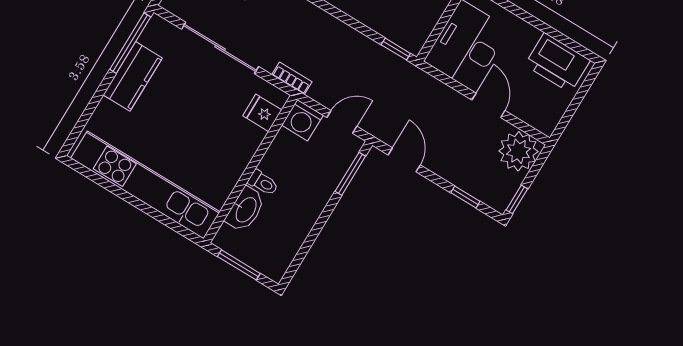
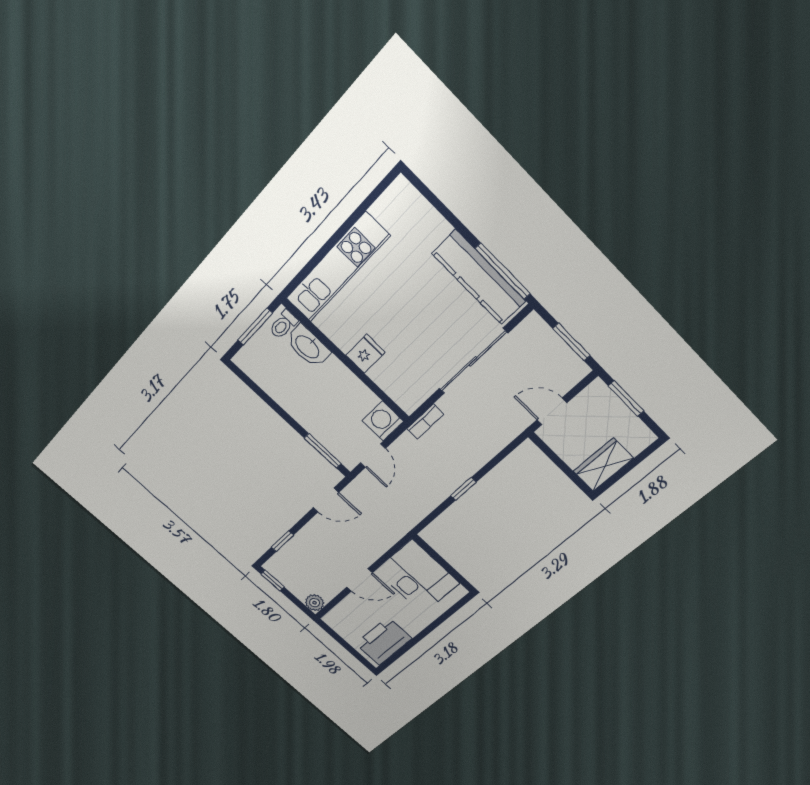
window: (396, 49) -> (463, 489), moved
kitchen counter: (133, 76) -> (479, 277), width x1.50
fridge: (262, 113) -> (365, 354), moved
plant: (518, 151) -> (315, 603), width x0.53, depth x0.53
toilet: (263, 183) -> (283, 325), moved
kitchen unit: (145, 185) -> (337, 268), width x0.73

